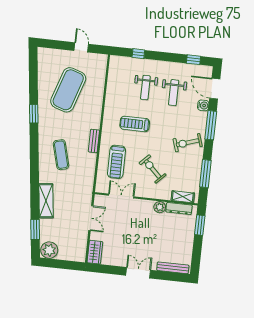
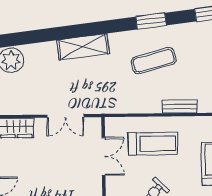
treadmill: (117, 162) -> (153, 144), turned 180
window: (35, 230) -> (151, 21), moved

